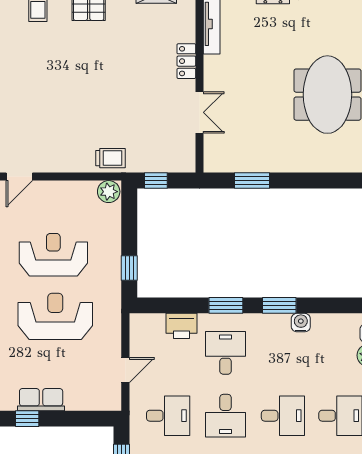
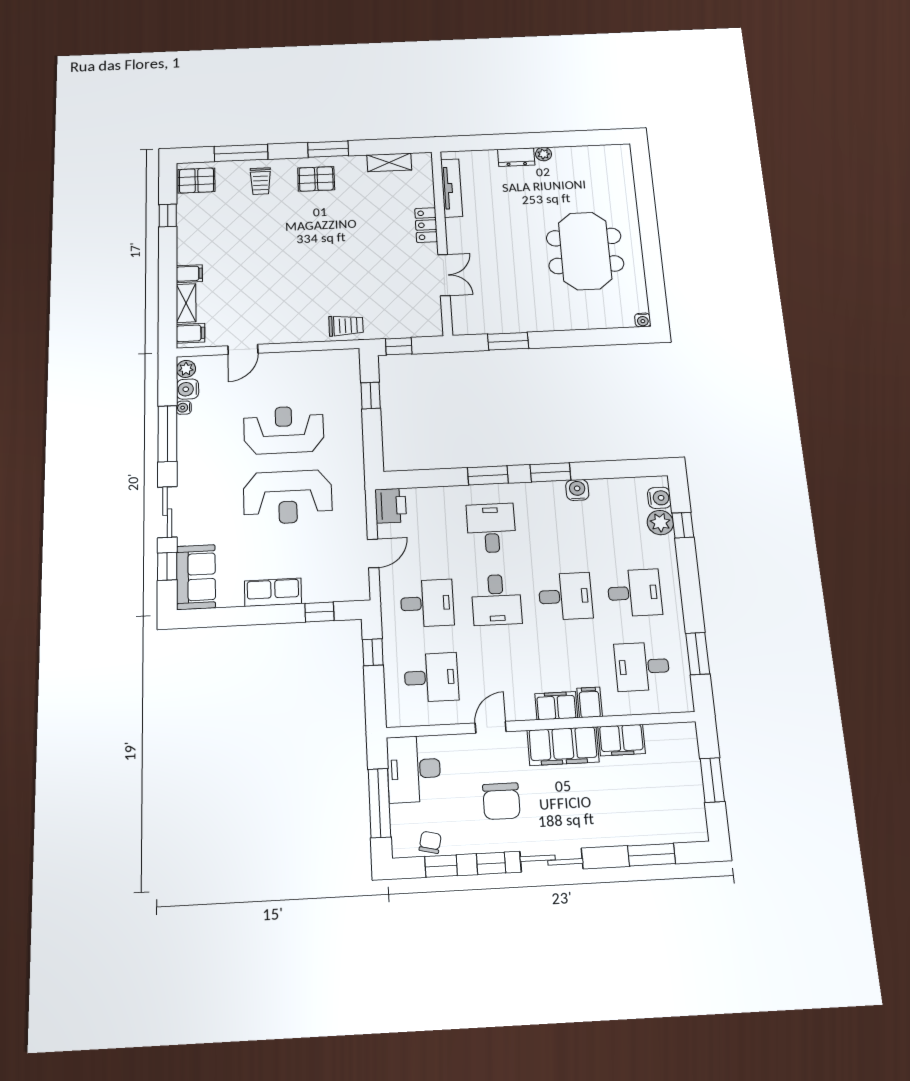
plant: (109, 192) -> (345, 360), removed
window: (129, 268) -> (371, 395), moved
reception desk: (55, 316) -> (288, 497), turned 180
printer: (181, 326) -> (391, 506), moved, turned -90
window: (27, 419) -> (319, 612), moved

